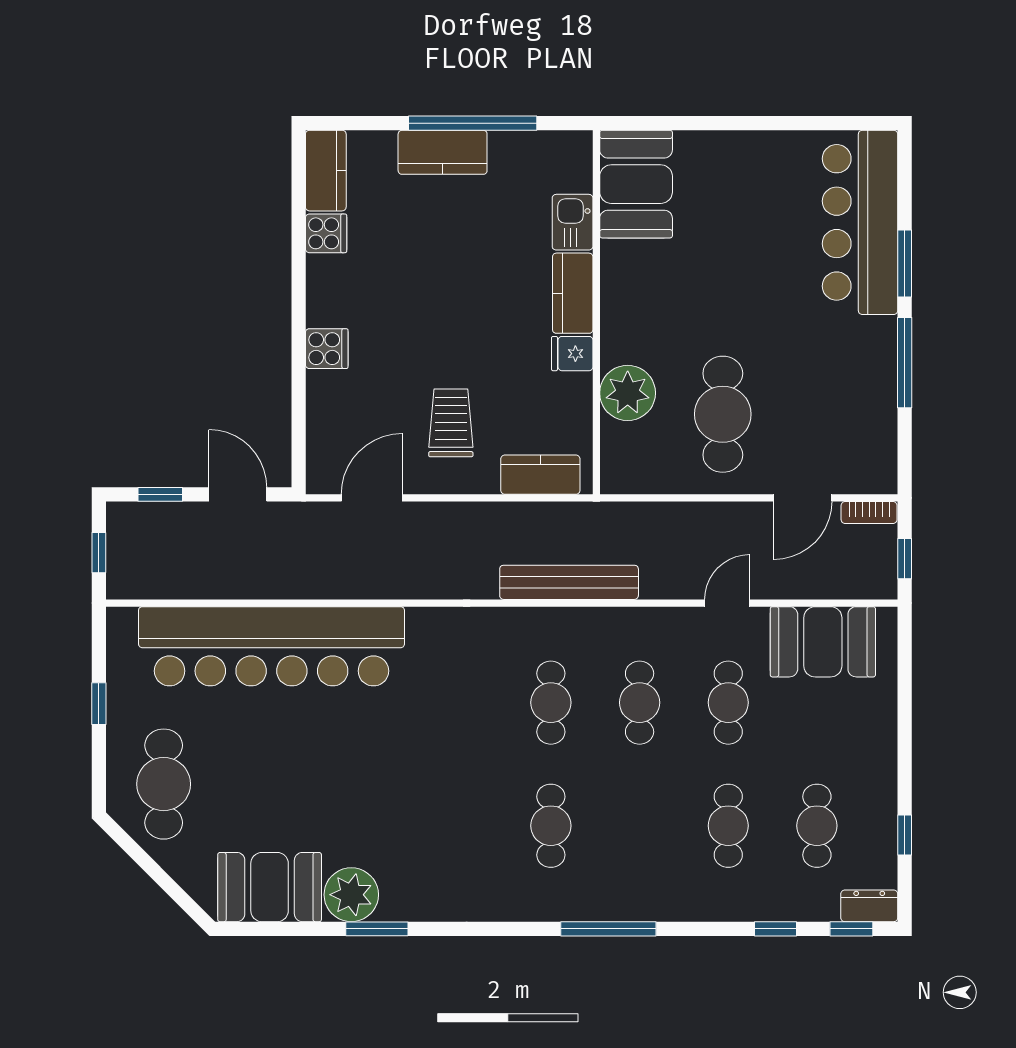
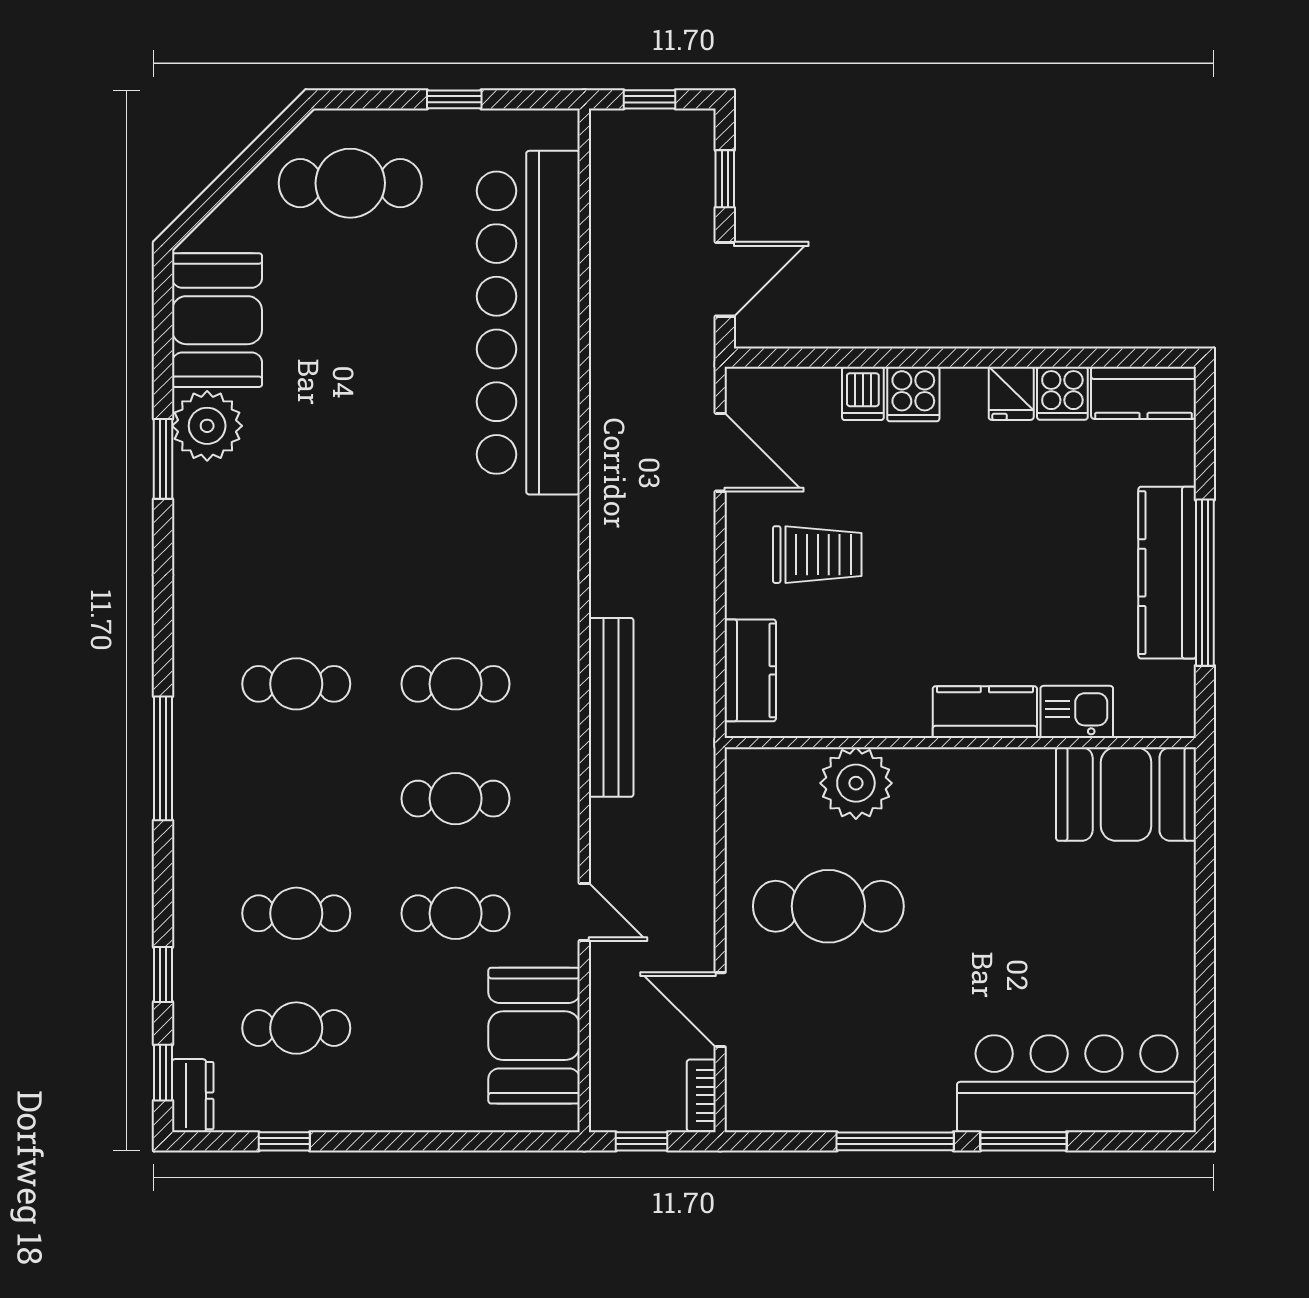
kitchen counter: (443, 152) -> (1167, 573), width x1.50
fridge: (572, 354) -> (1011, 393), moved, turned 180
dishwasher: (326, 388) -> (863, 393), added

